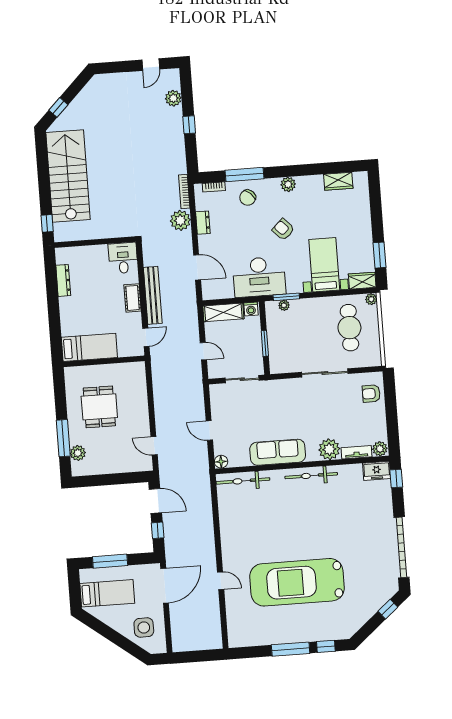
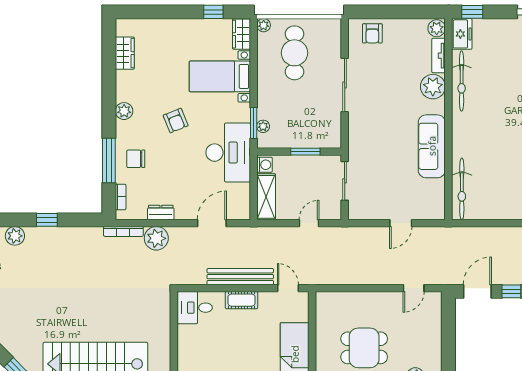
chair: (248, 198) -> (136, 159), turned 137
armchair: (283, 229) -> (176, 121), turned -68
window: (379, 255) -> (213, 12), width x0.67
cafe table: (349, 328) -> (294, 53), turned 90
floor lamp: (221, 462) -> (438, 212), removed
bicycle: (311, 476) -> (462, 81), moved

